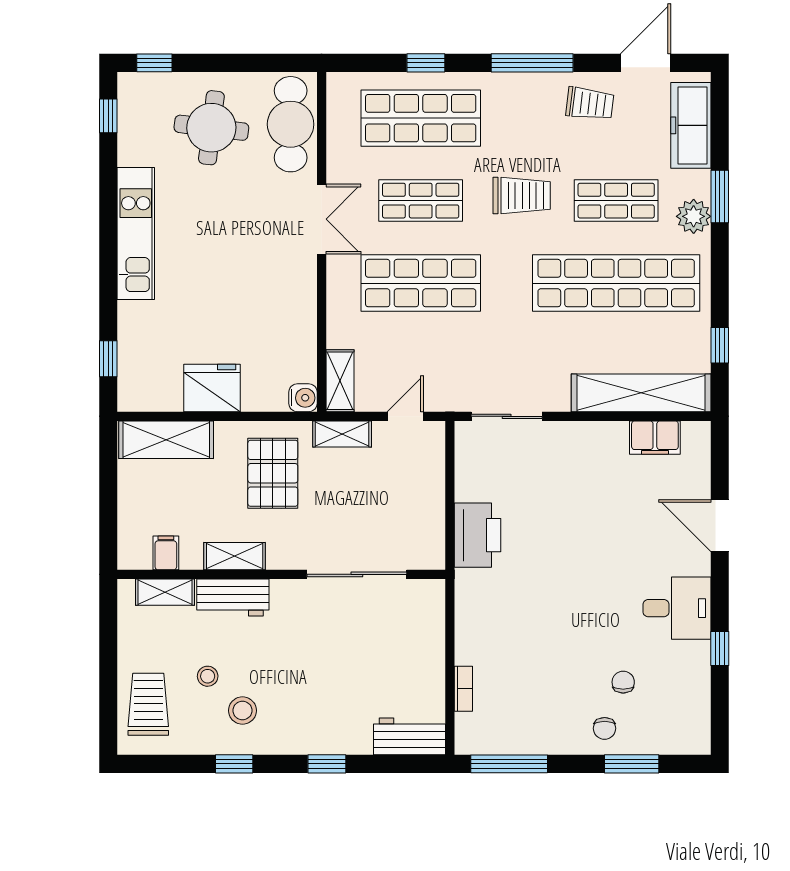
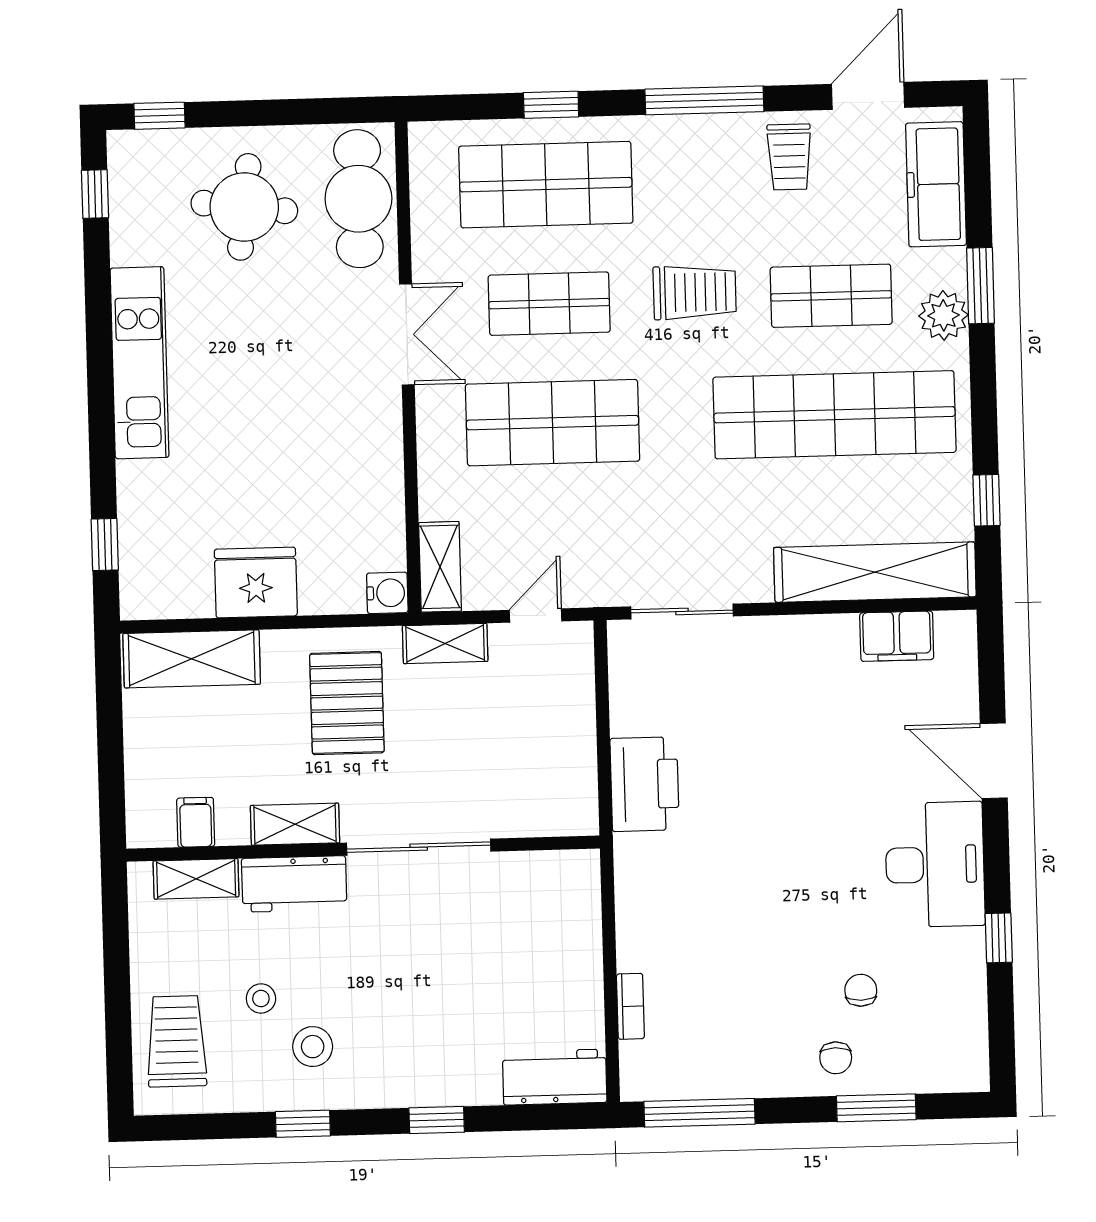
trolley: (590, 104) -> (789, 157), turned 83
sliding door: (357, 574) -> (419, 847), moved
desk: (677, 608) -> (935, 865), width x1.37

